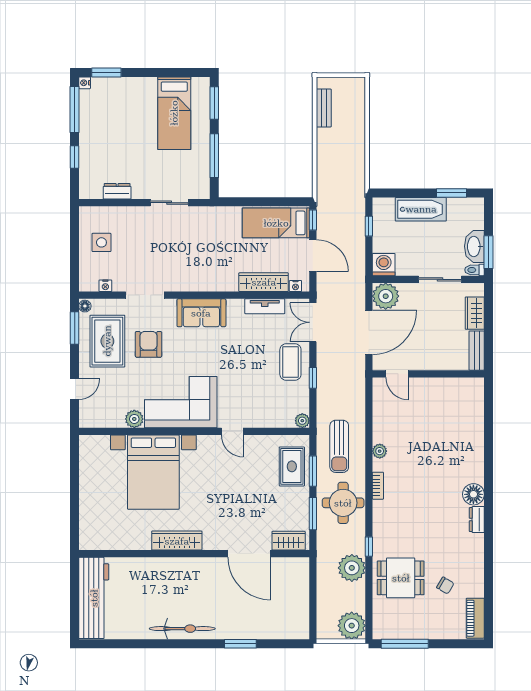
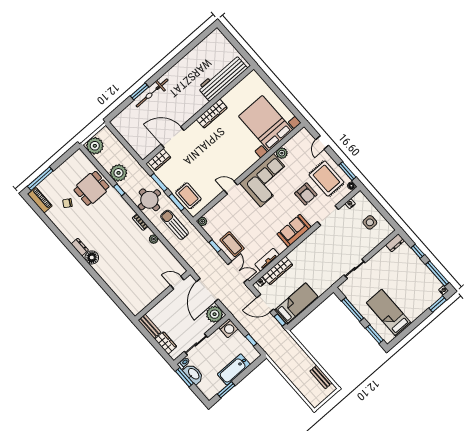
dresser: (117, 191) -> (395, 243), moved
bed with nightstands: (153, 472) -> (266, 123), moved
workbench: (94, 598) -> (223, 78), moved, turned 90
bicycle: (182, 629) -> (152, 93), moved
window: (405, 644) -> (40, 179), moved

